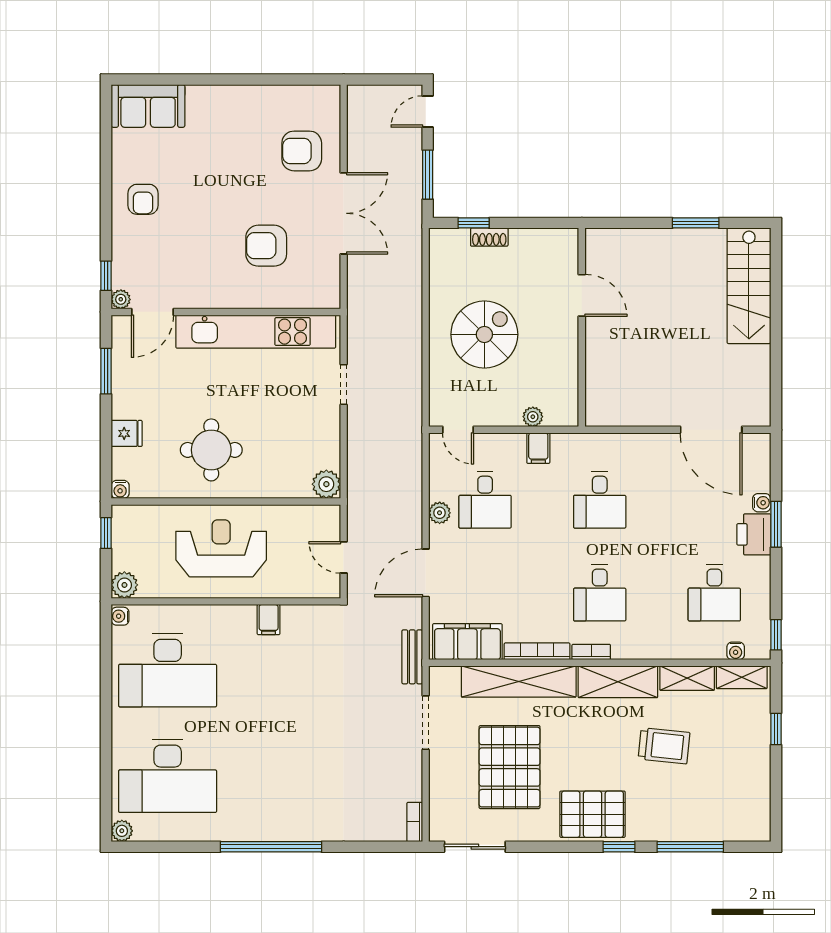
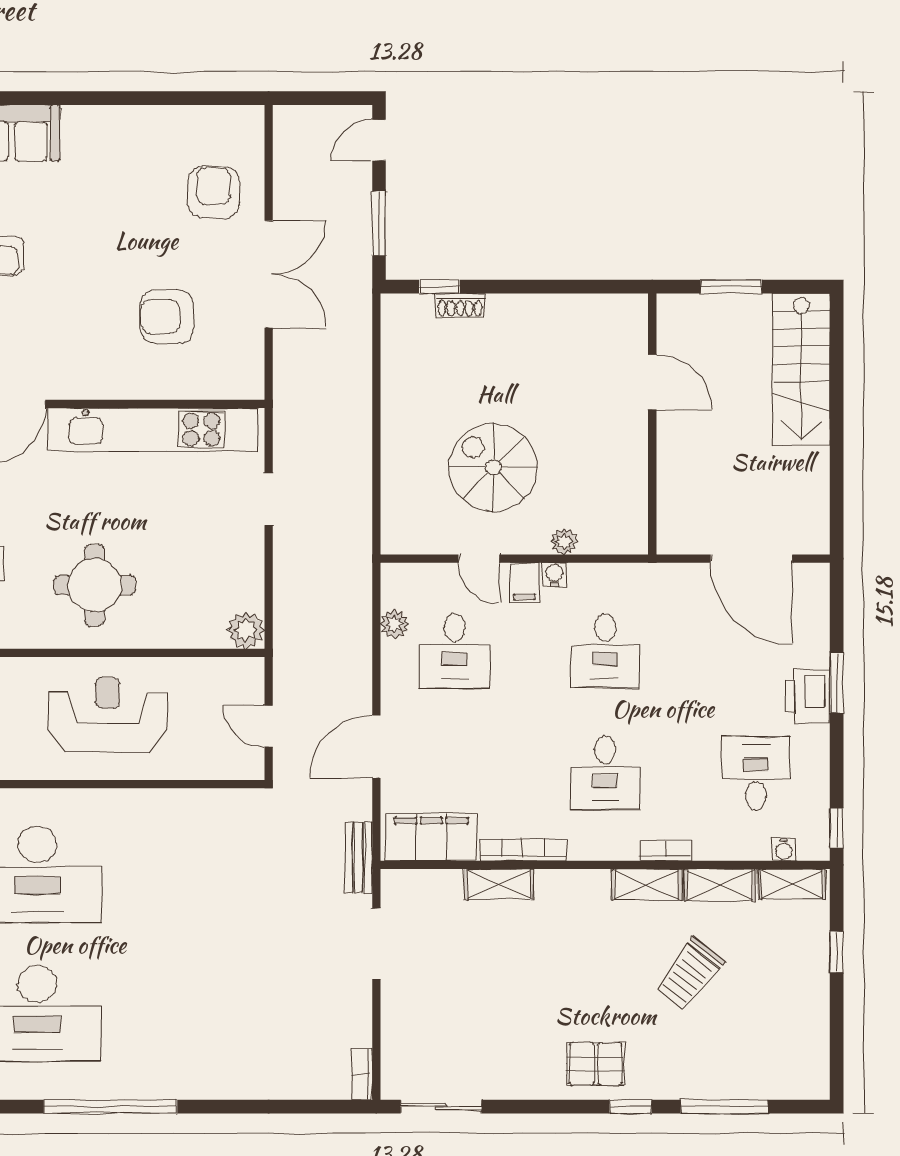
armchair: (302, 151) -> (213, 192), turned 91
door: (582, 295) -> (652, 382), moved
wall: (582, 327) -> (652, 424), moved
spiral stairs: (484, 334) -> (493, 467), moved, turned -90
plant: (533, 417) -> (564, 541), moved
door: (458, 430) -> (479, 559), moved
water cooler: (762, 503) -> (554, 575), moved, turned -90
plant: (440, 513) -> (395, 624), moved
desk: (714, 593) -> (756, 773), turned 180
filing cabinet: (269, 620) -> (170, 808), removed
bookcase: (591, 652) -> (665, 851), moved
shelving: (519, 682) -> (499, 884), width x0.45, depth x0.75
shelving: (618, 682) -> (647, 885), width x0.67, depth x0.75
trolley: (664, 746) -> (690, 974), turned 122
pallet: (510, 767) -> (487, 1002), removed
pallet: (593, 814) -> (596, 1064), width x0.67, depth x0.71
window: (271, 847) -> (110, 1107), moved

